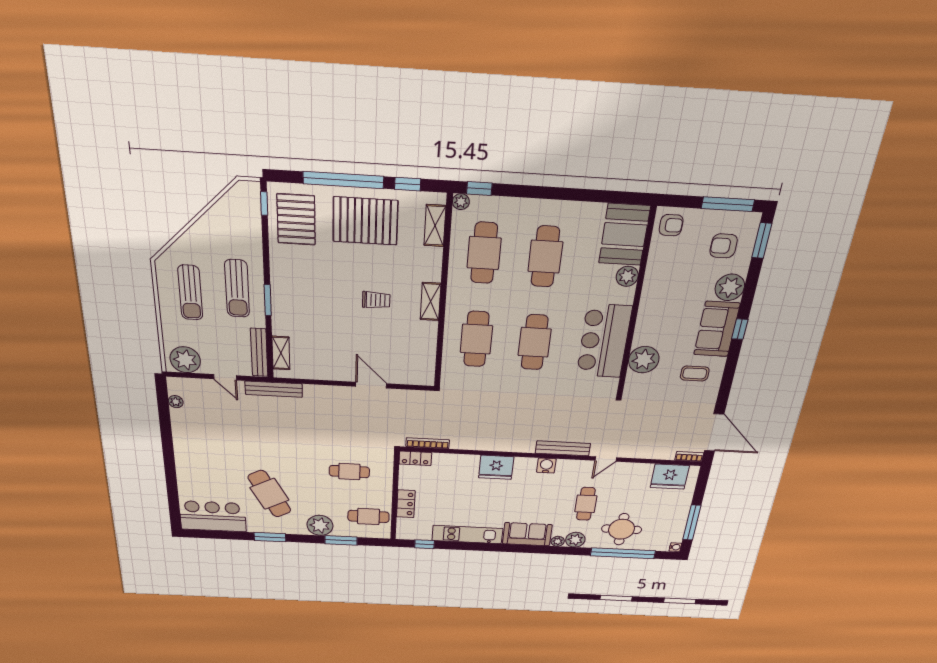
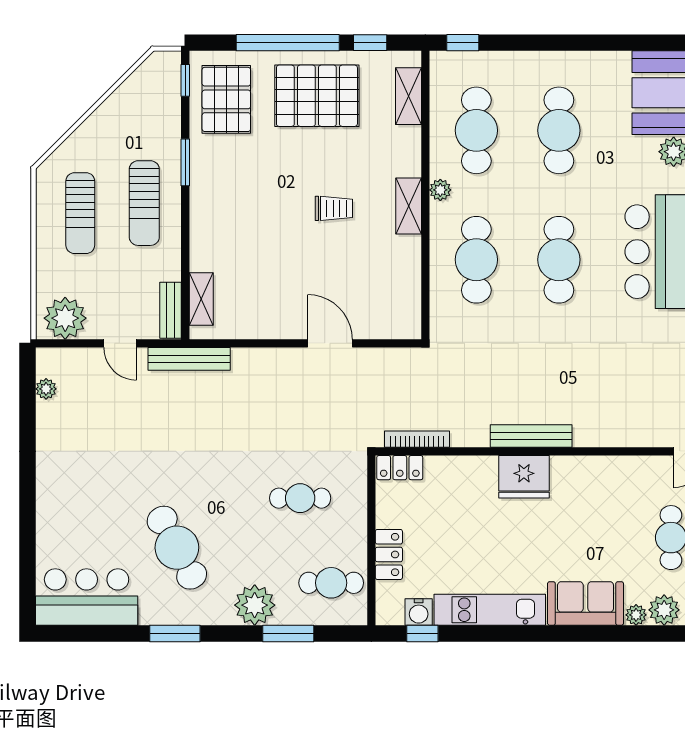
plant: (461, 202) -> (440, 190), moved
window: (268, 300) -> (185, 162), moved
bench: (259, 352) -> (170, 310), width x0.73
bench: (563, 448) -> (531, 436), moved
water cooler: (546, 466) -> (419, 612), moved, turned 180

